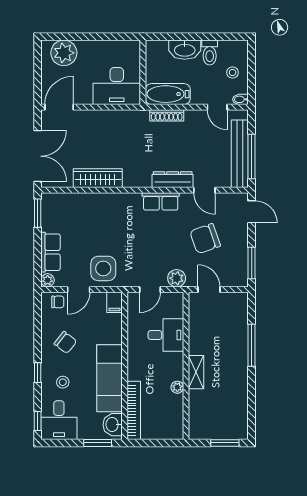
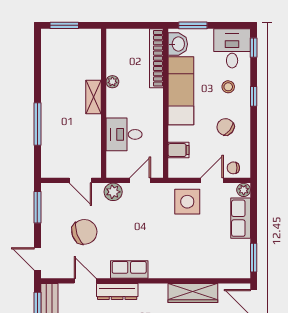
filing cabinet: (114, 302) -> (179, 150), moved, turned 90

